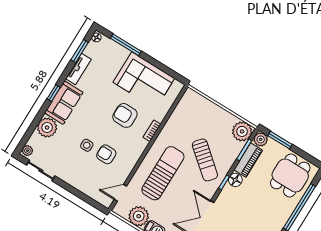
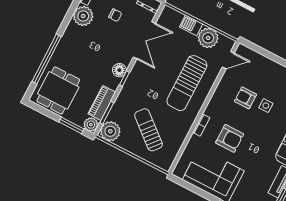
armchair: (106, 154) -> (245, 98), turned 180
sun lounger: (205, 160) -> (148, 130), moved
floor lamp: (235, 180) -> (119, 70), moved

